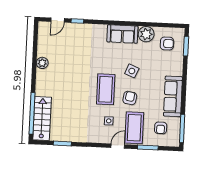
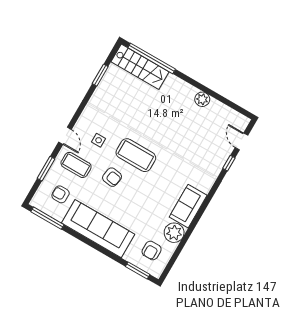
side table: (132, 71) -> (141, 195), removed
sofa: (173, 96) -> (98, 229), width x1.36, depth x1.27
coffee table: (134, 128) -> (76, 165), width x0.73, depth x0.76

